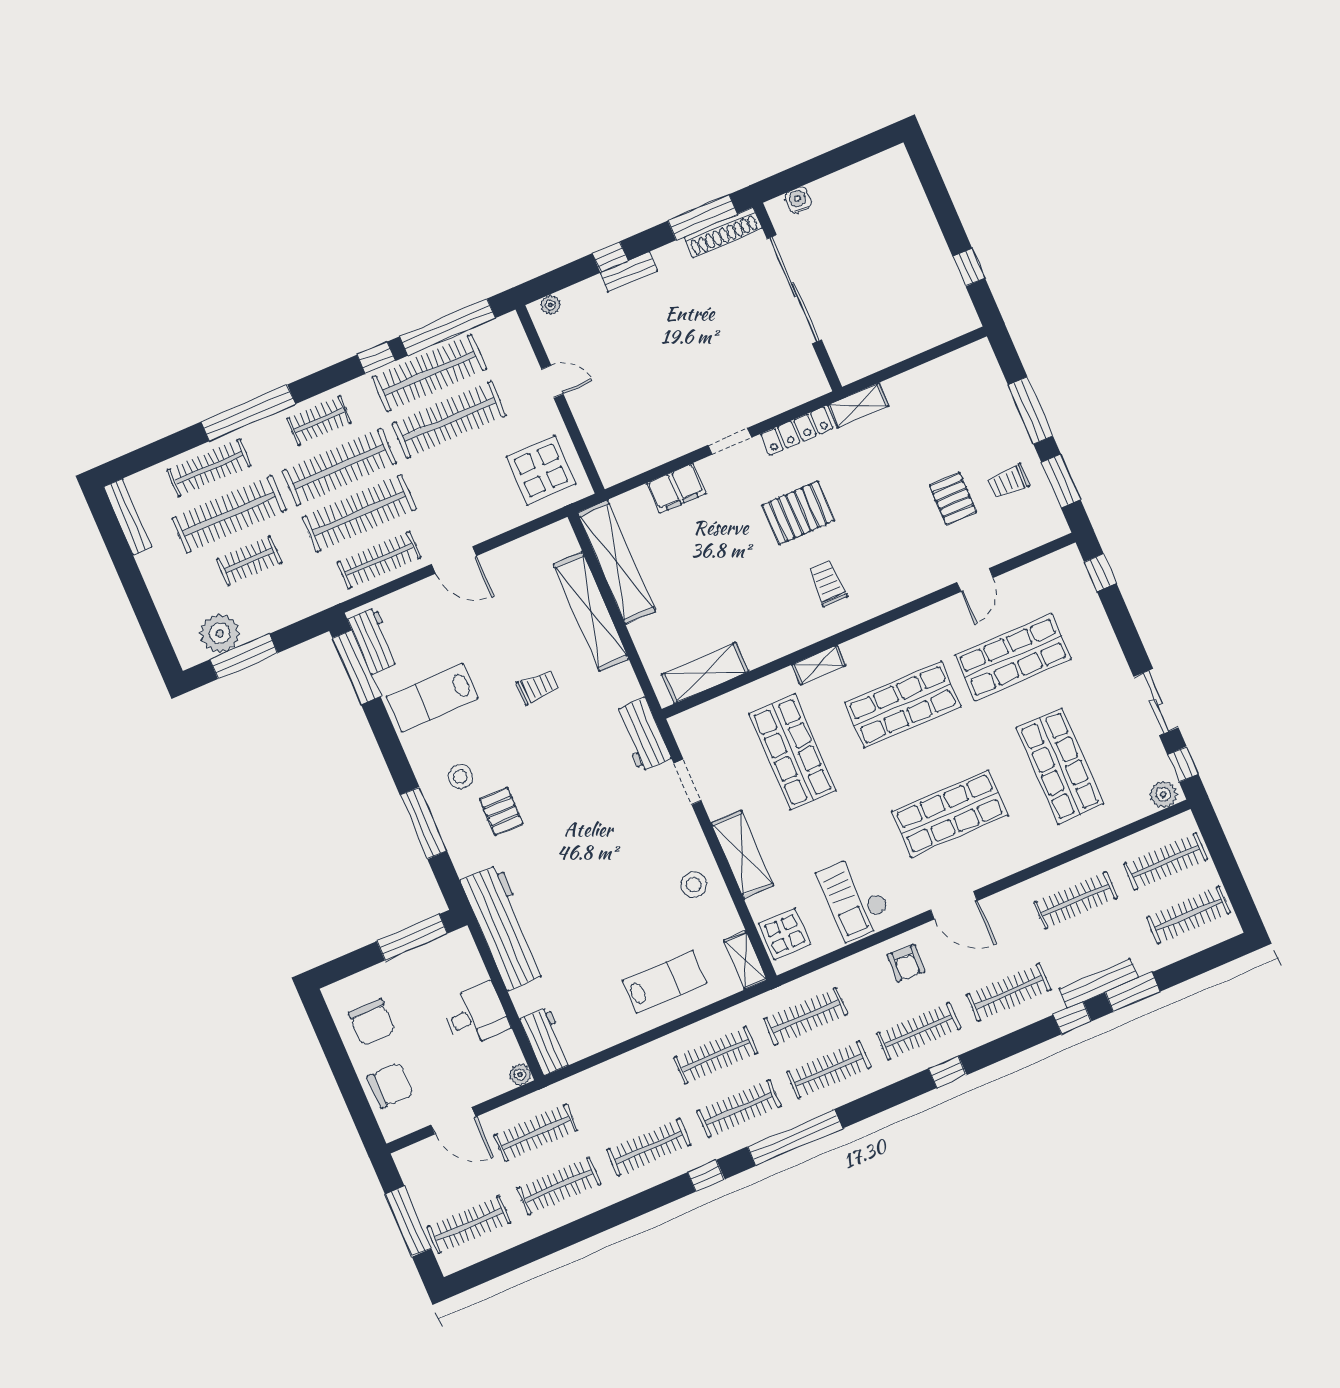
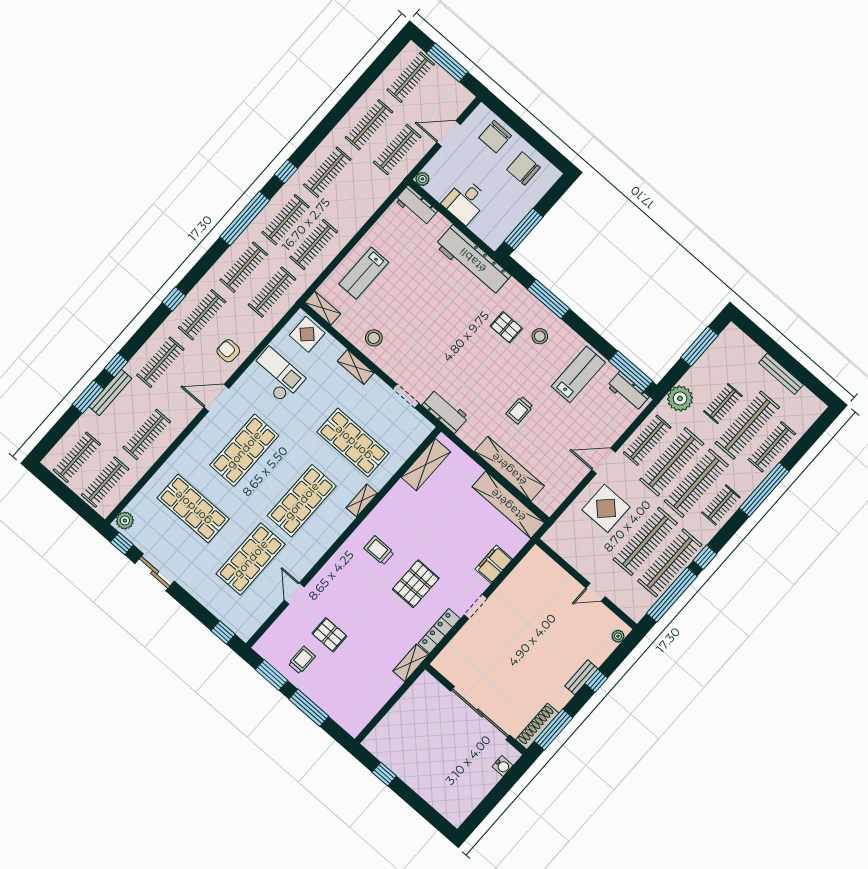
display table: (541, 470) -> (606, 508), moved
bench: (128, 517) -> (781, 374), moved
trolley: (828, 584) -> (379, 550), turned 180
plant: (220, 633) -> (680, 398), moved
shelving: (742, 854) -> (356, 367), width x0.67, depth x0.75

